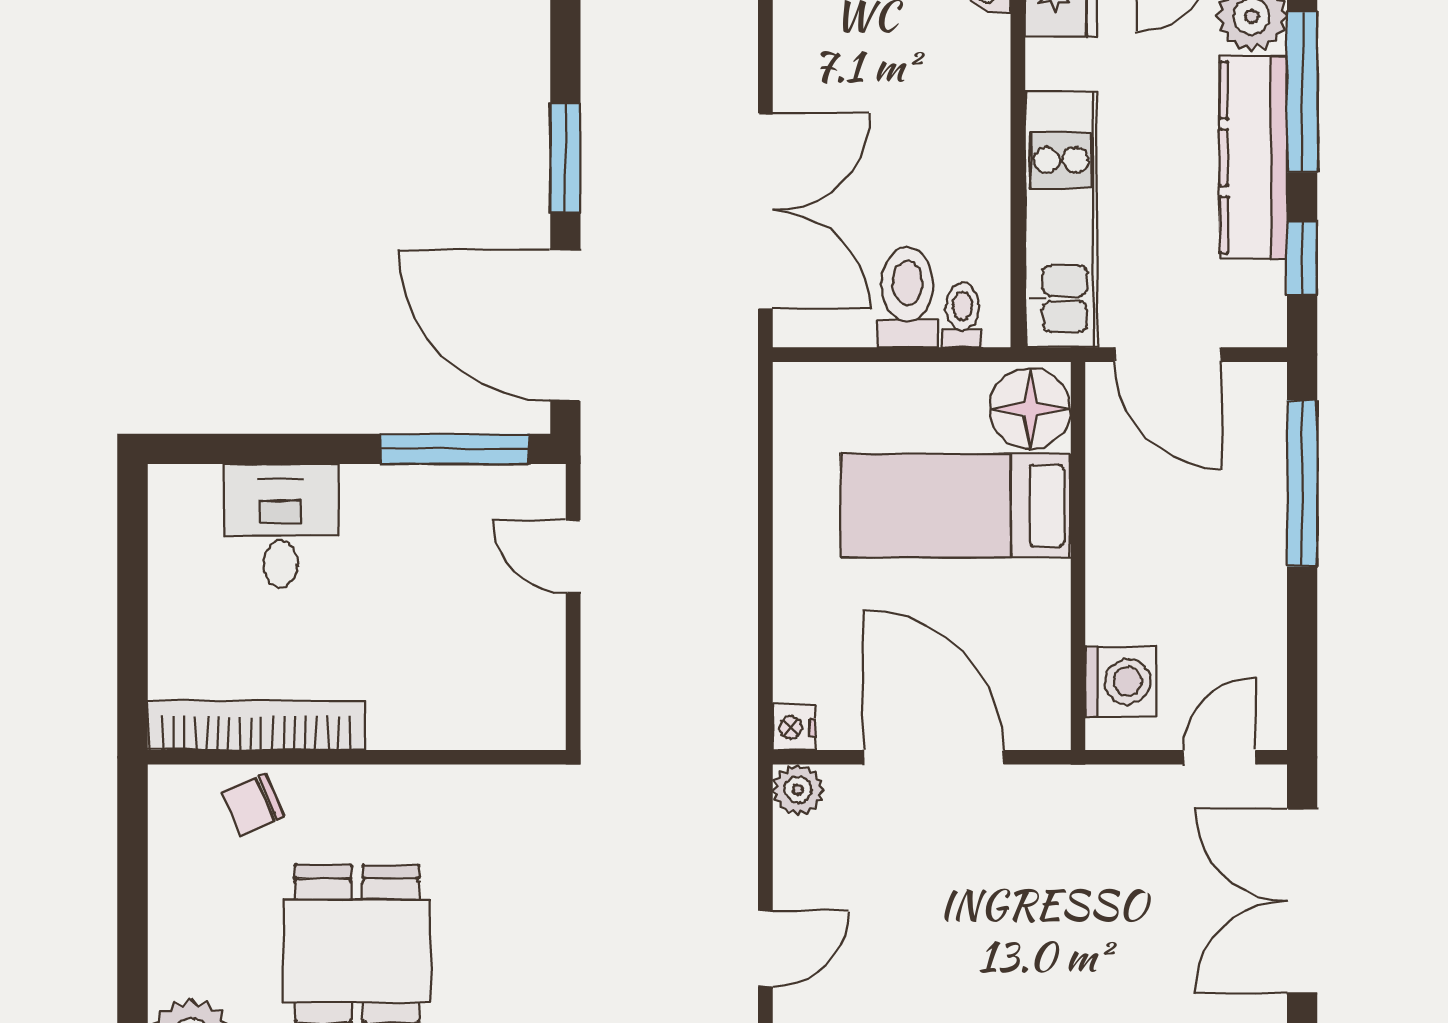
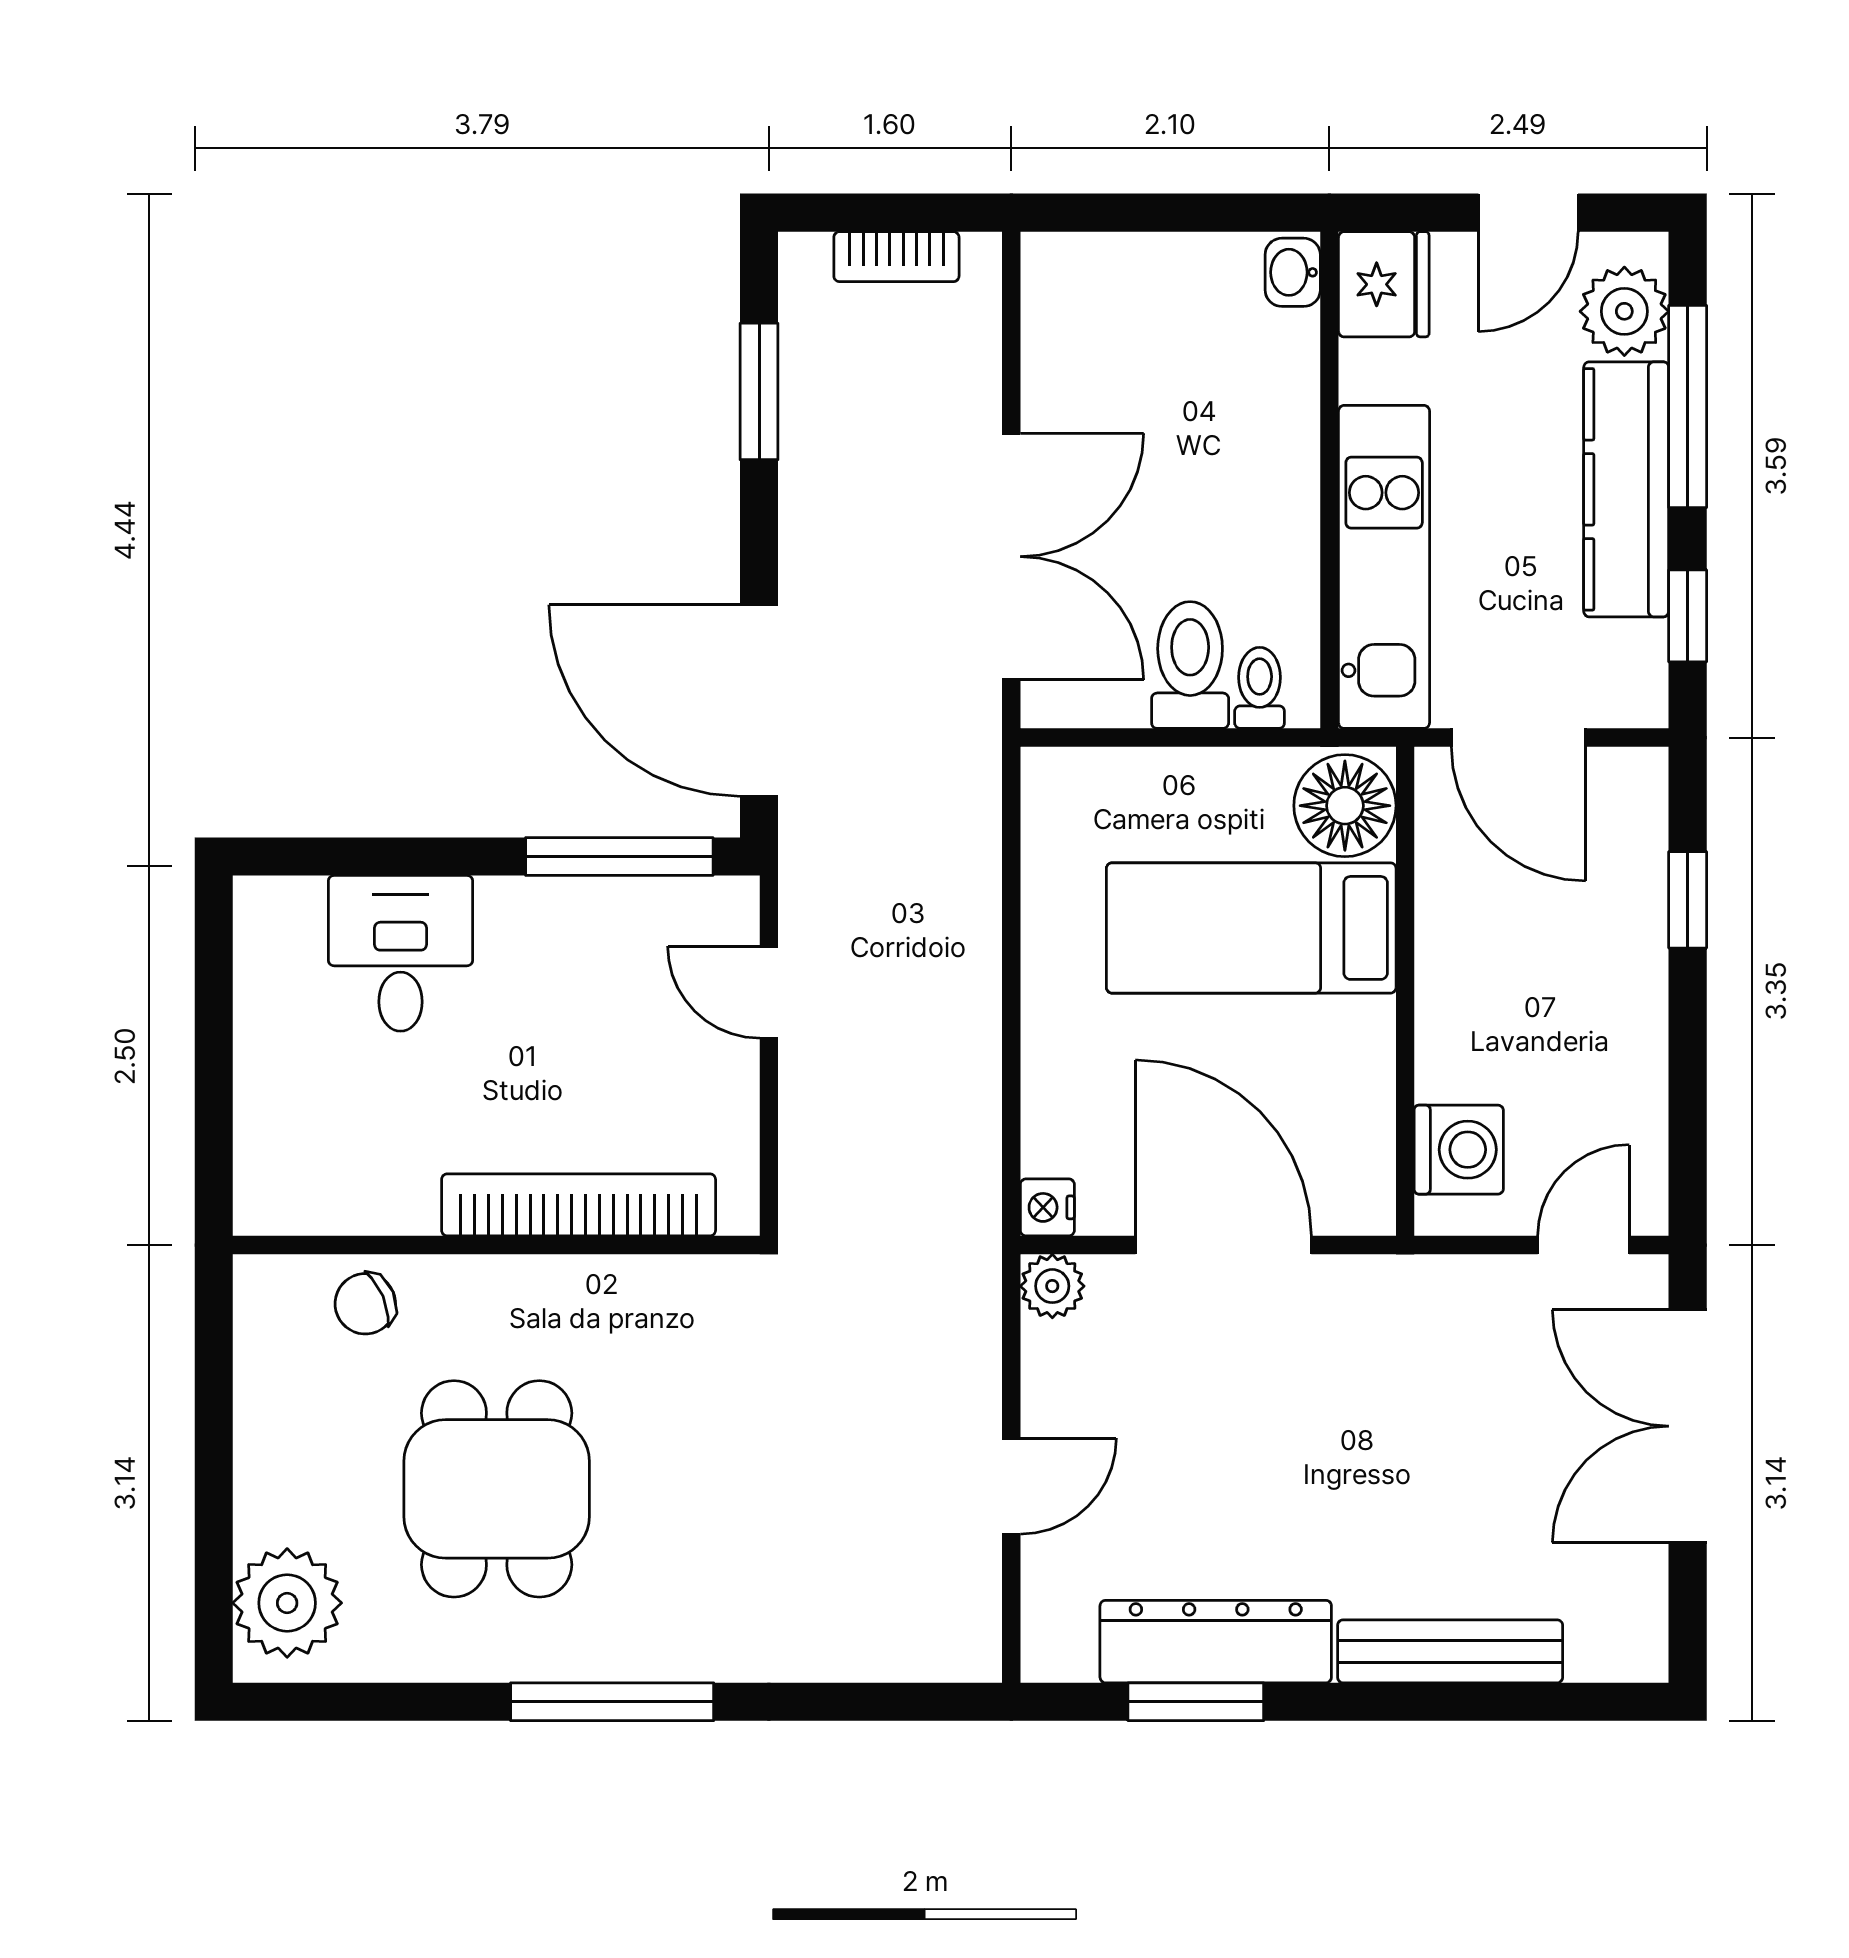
window: (565, 158) -> (759, 391), moved
window: (1302, 483) -> (1688, 900), width x0.46
bookcase: (256, 725) -> (579, 1205), moved

